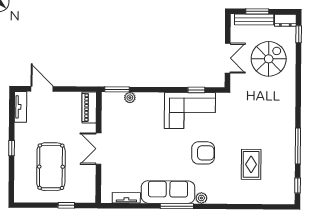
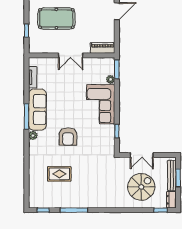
spiral stairs: (269, 59) -> (141, 187), turned -90
corner sofa: (190, 111) -> (101, 104), moved
double door: (99, 149) -> (71, 55), swing flipped

